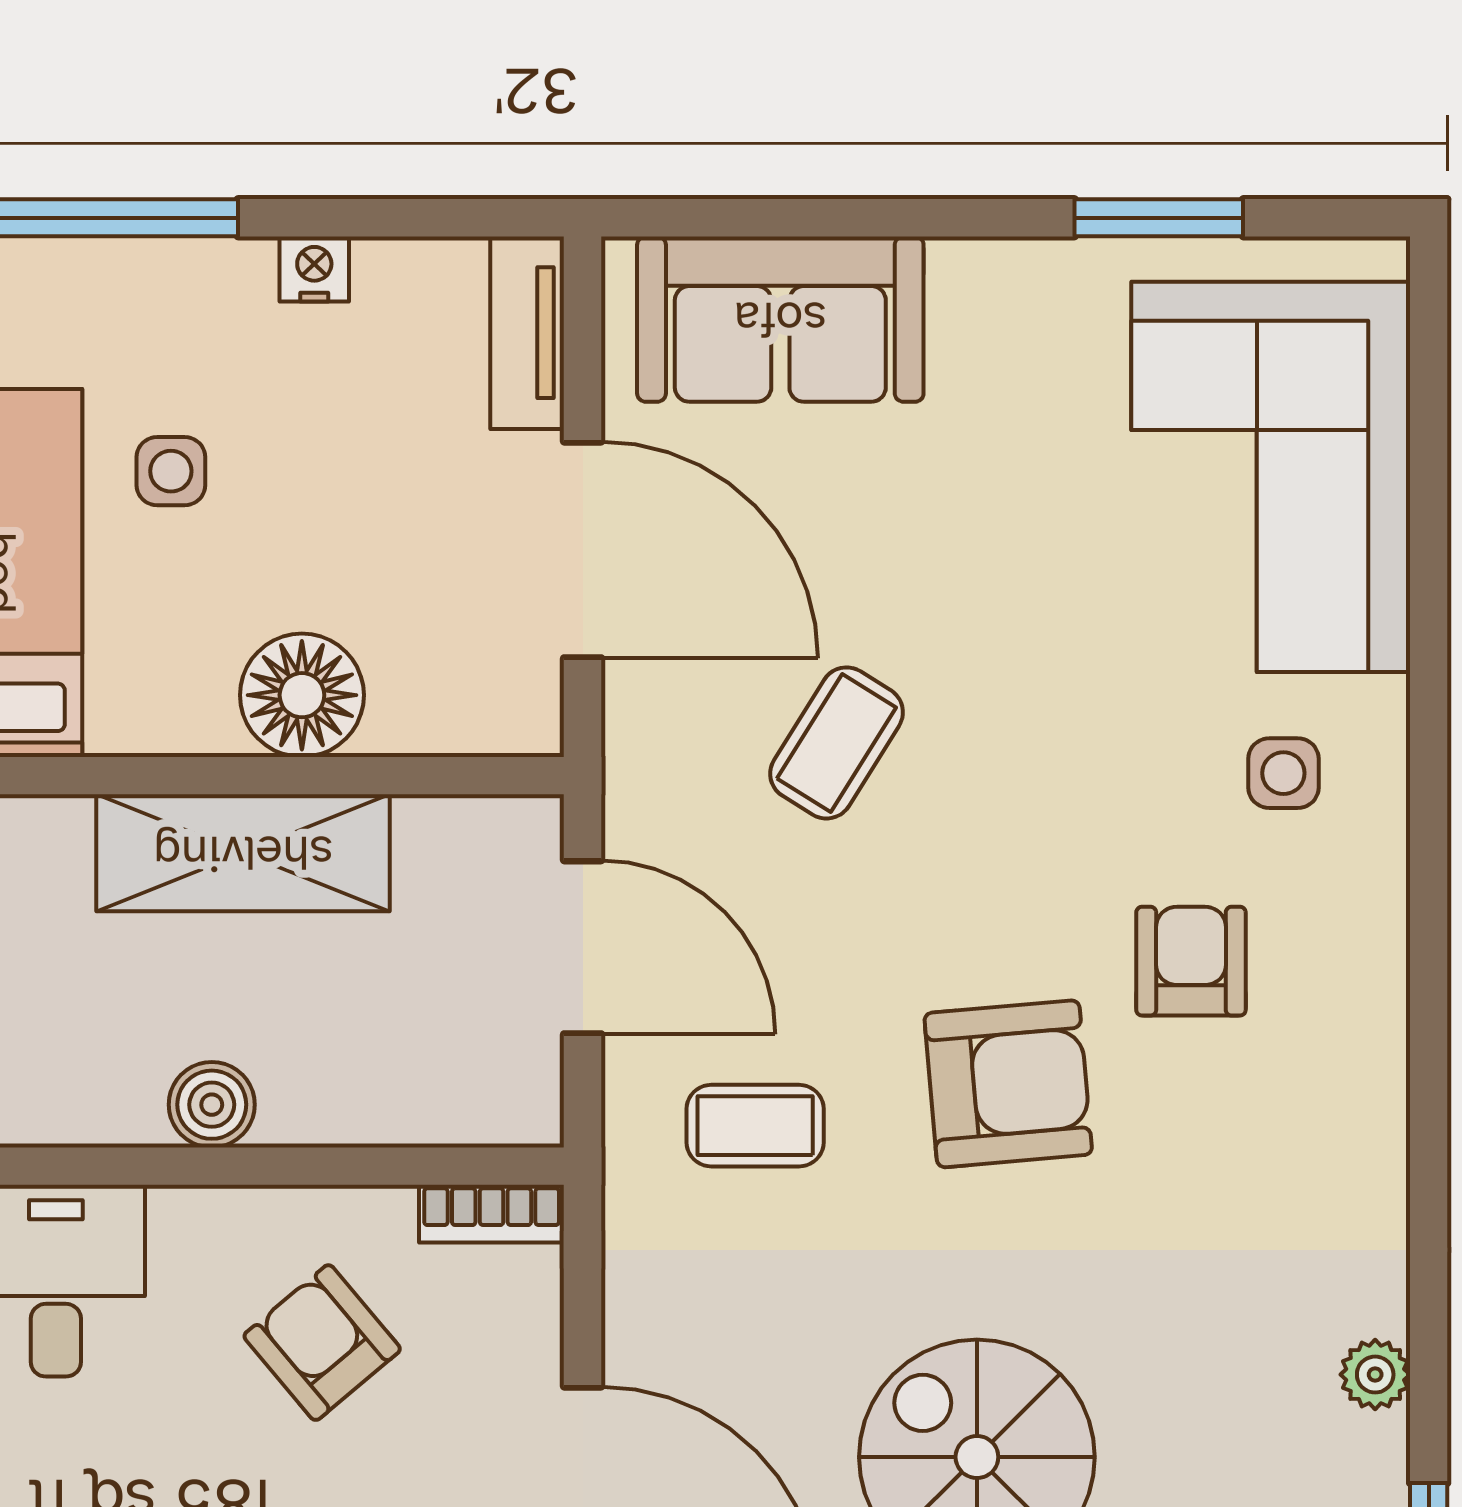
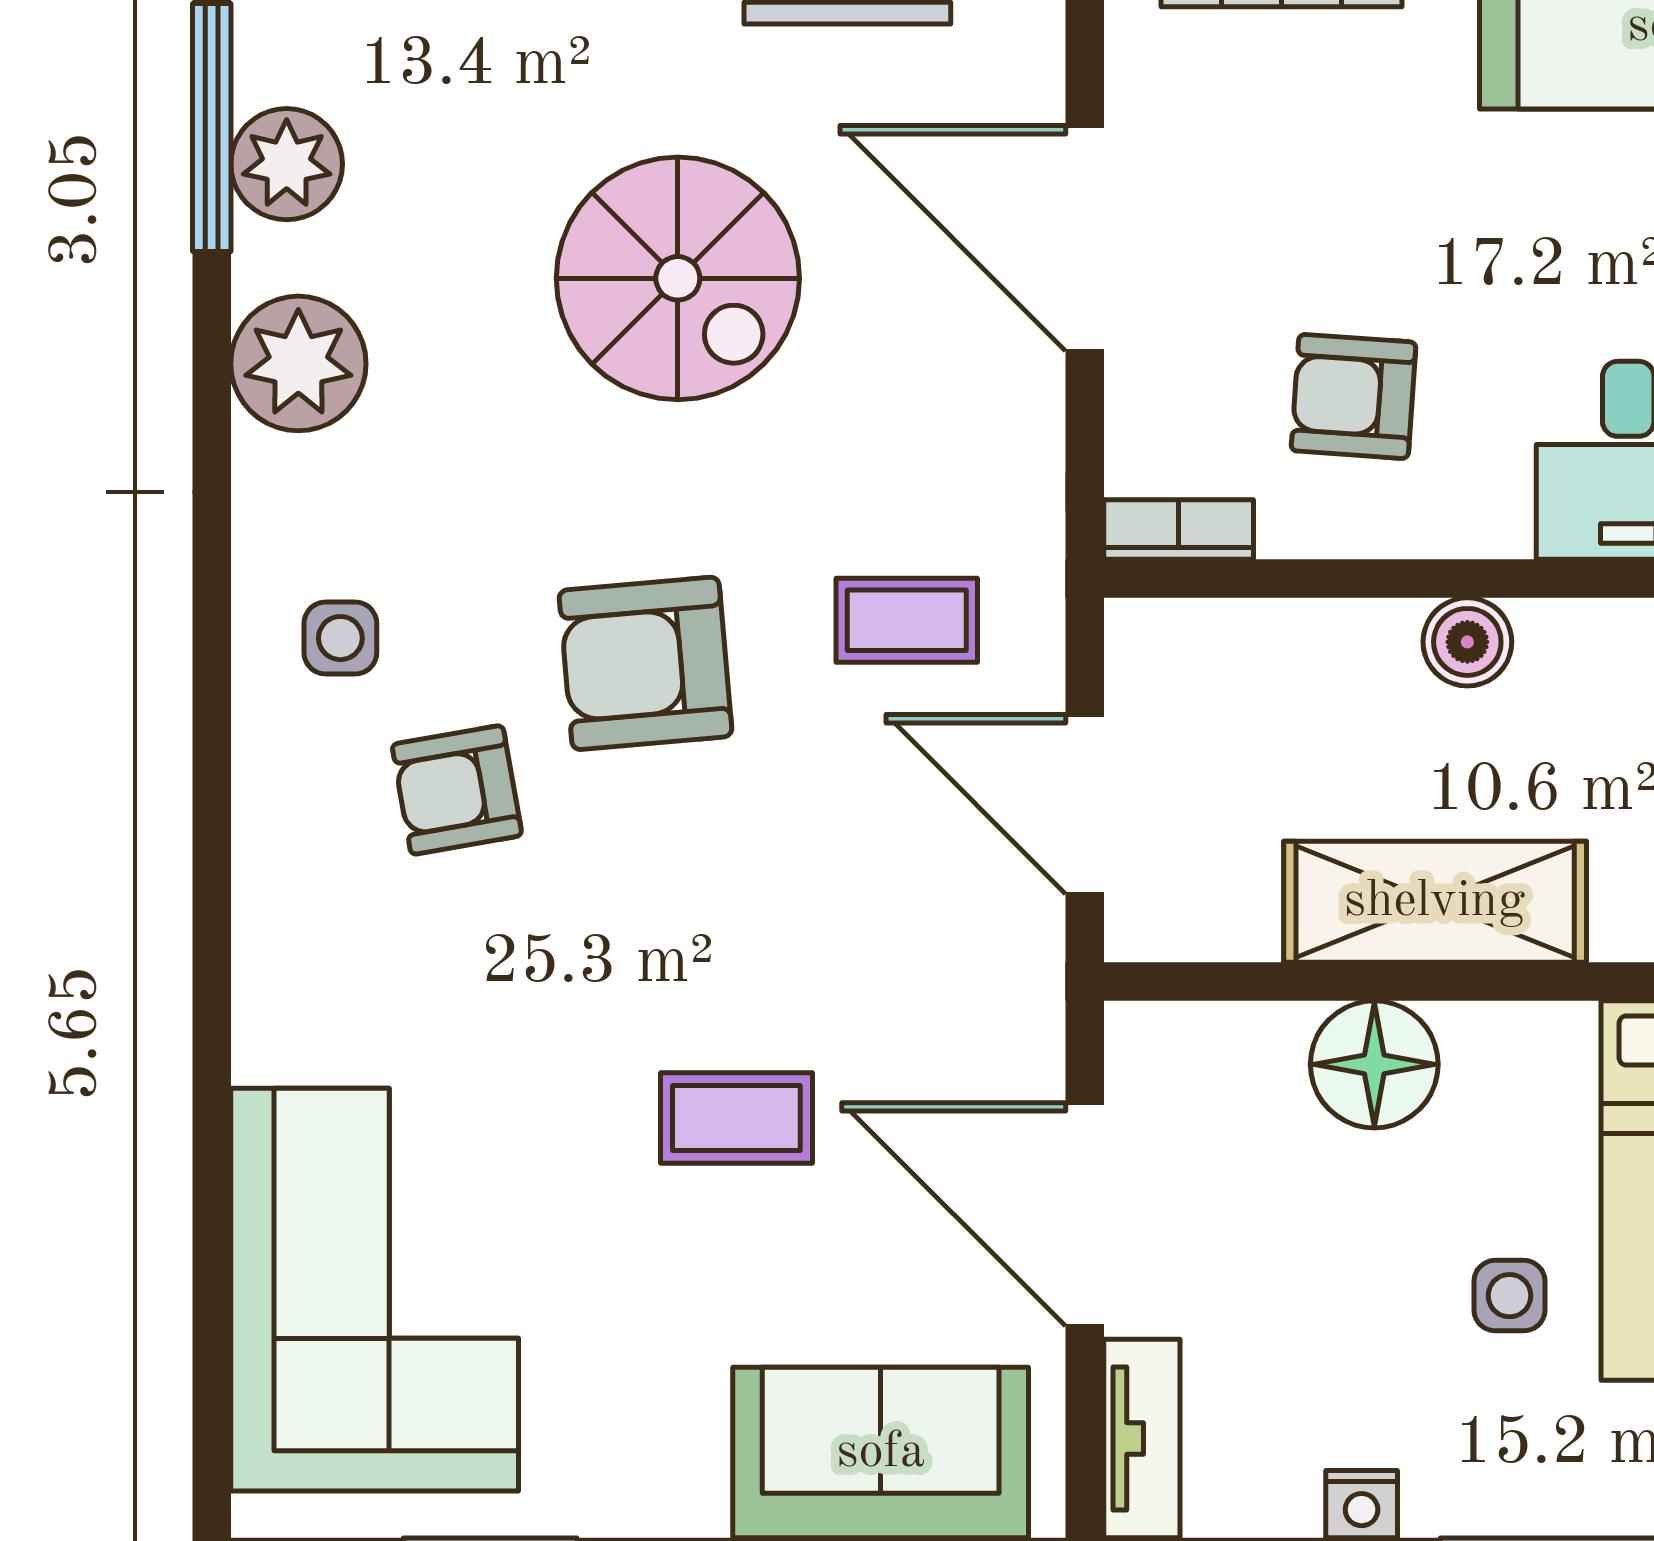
coffee table: (837, 743) -> (736, 1118), moved, turned 58
side table: (1283, 773) -> (340, 638), moved
armchair: (1191, 961) -> (457, 790), turned 80
armchair: (322, 1343) -> (1354, 396), turned 134
plant: (1375, 1375) -> (298, 363), width x1.88, depth x1.88

